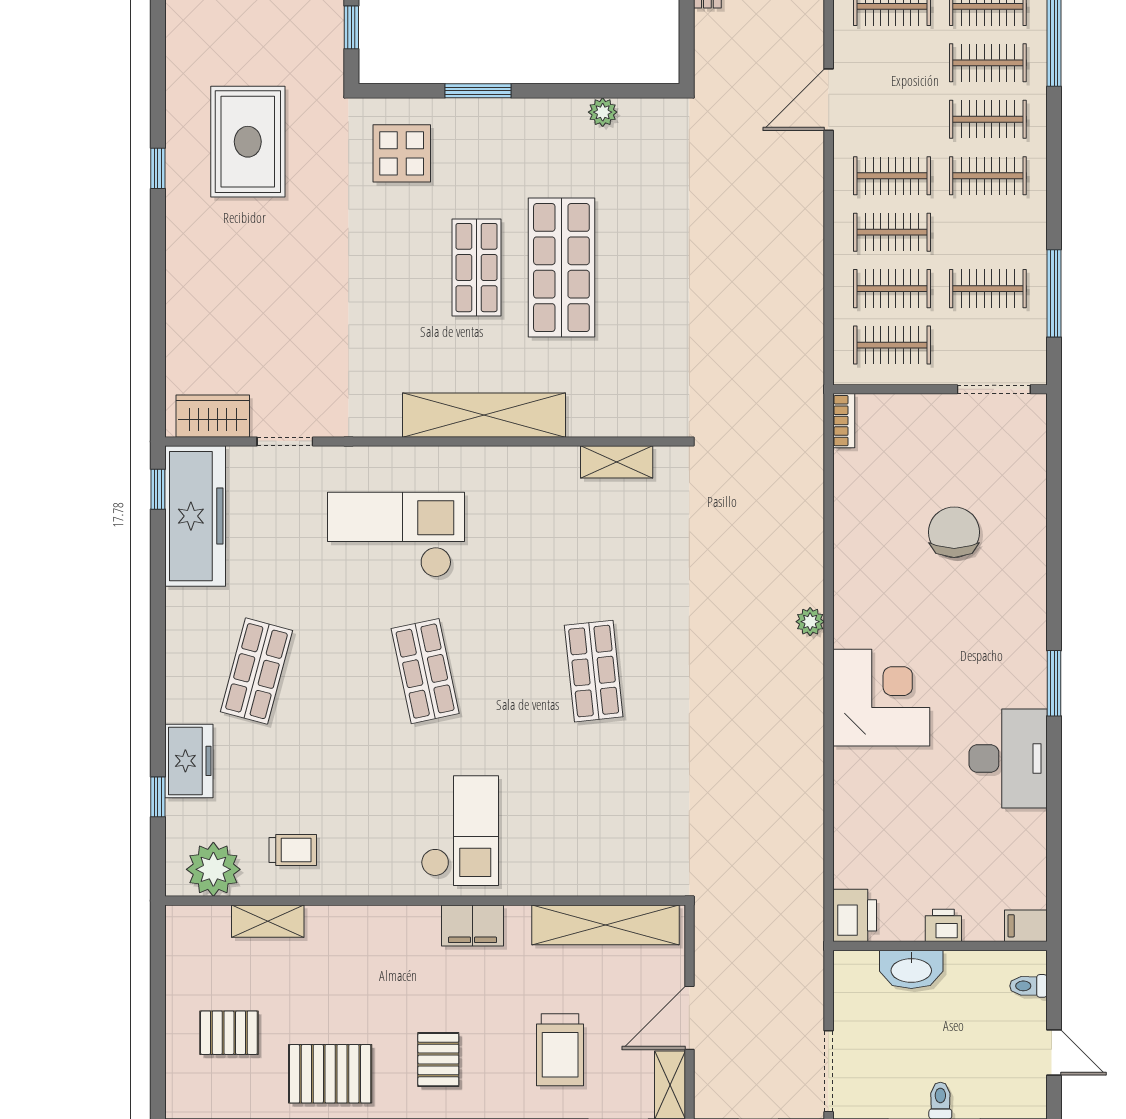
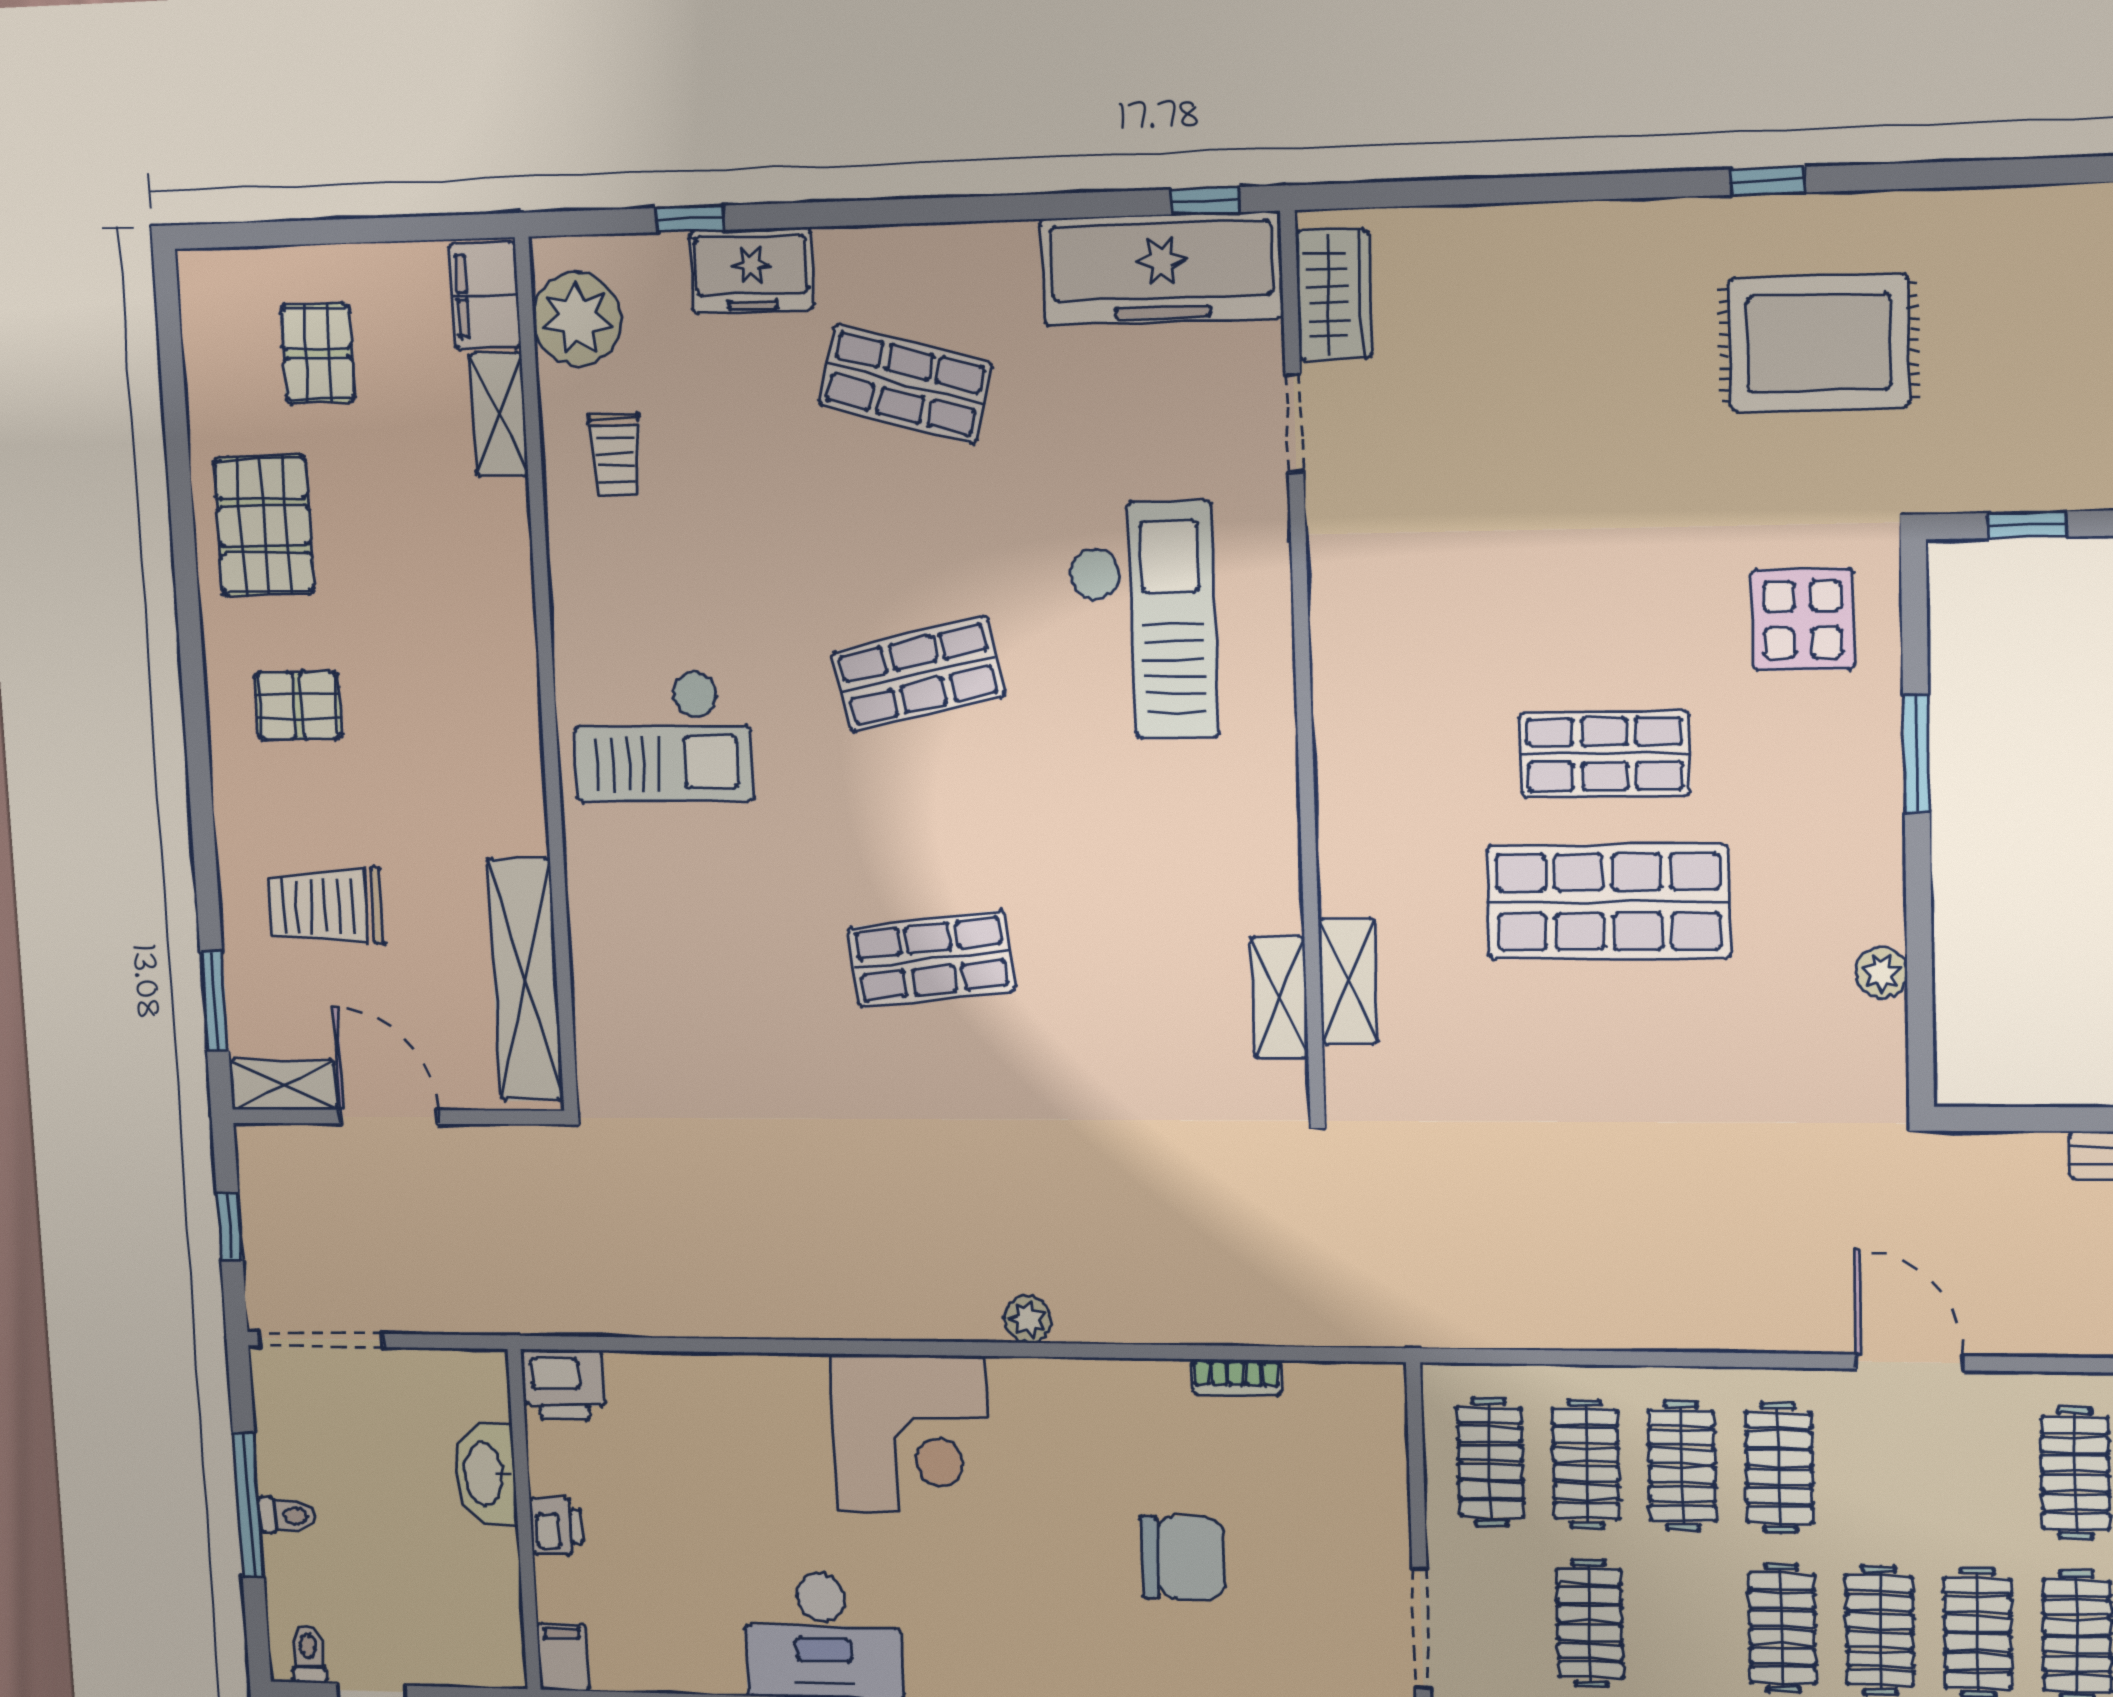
shelving: (484, 415) -> (1348, 981), moved, width x0.45, depth x0.75
bookcase: (844, 421) -> (1236, 1378), moved
filing cabinet: (473, 925) -> (485, 295), moved
toilet: (1029, 986) -> (309, 1654), moved

